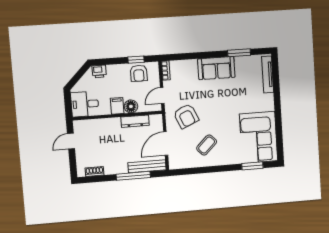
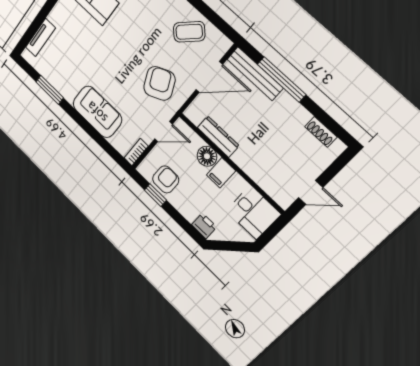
sofa: (216, 68) -> (97, 112), moved
tv unit: (268, 74) -> (40, 38), width x0.71
coffee table: (207, 145) -> (189, 32), moved

